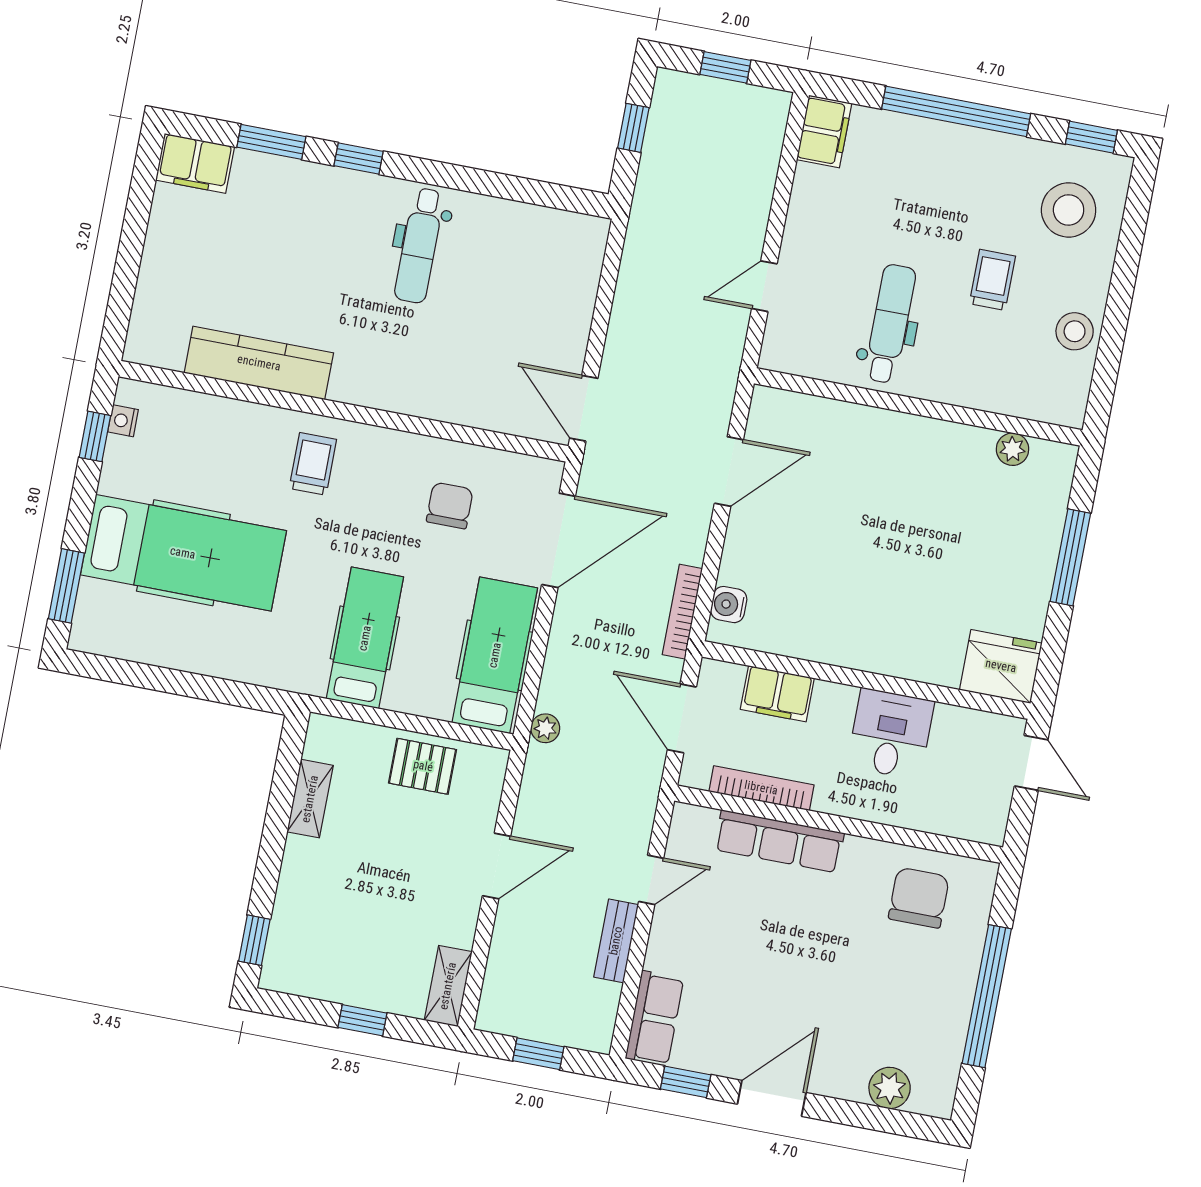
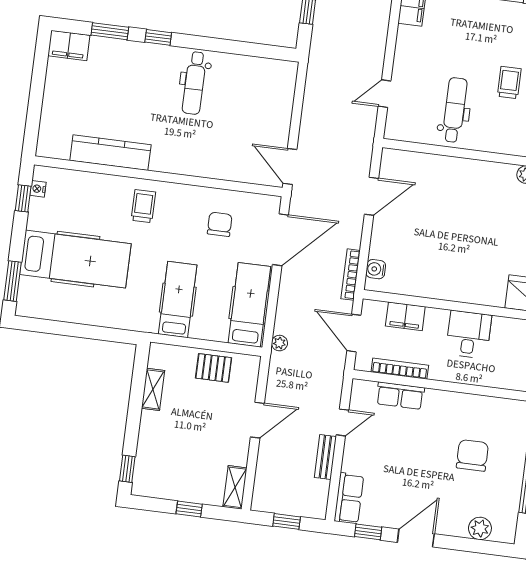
row of seats: (779, 841) -> (400, 396), width x0.68
chair: (919, 898) -> (472, 455), moved

